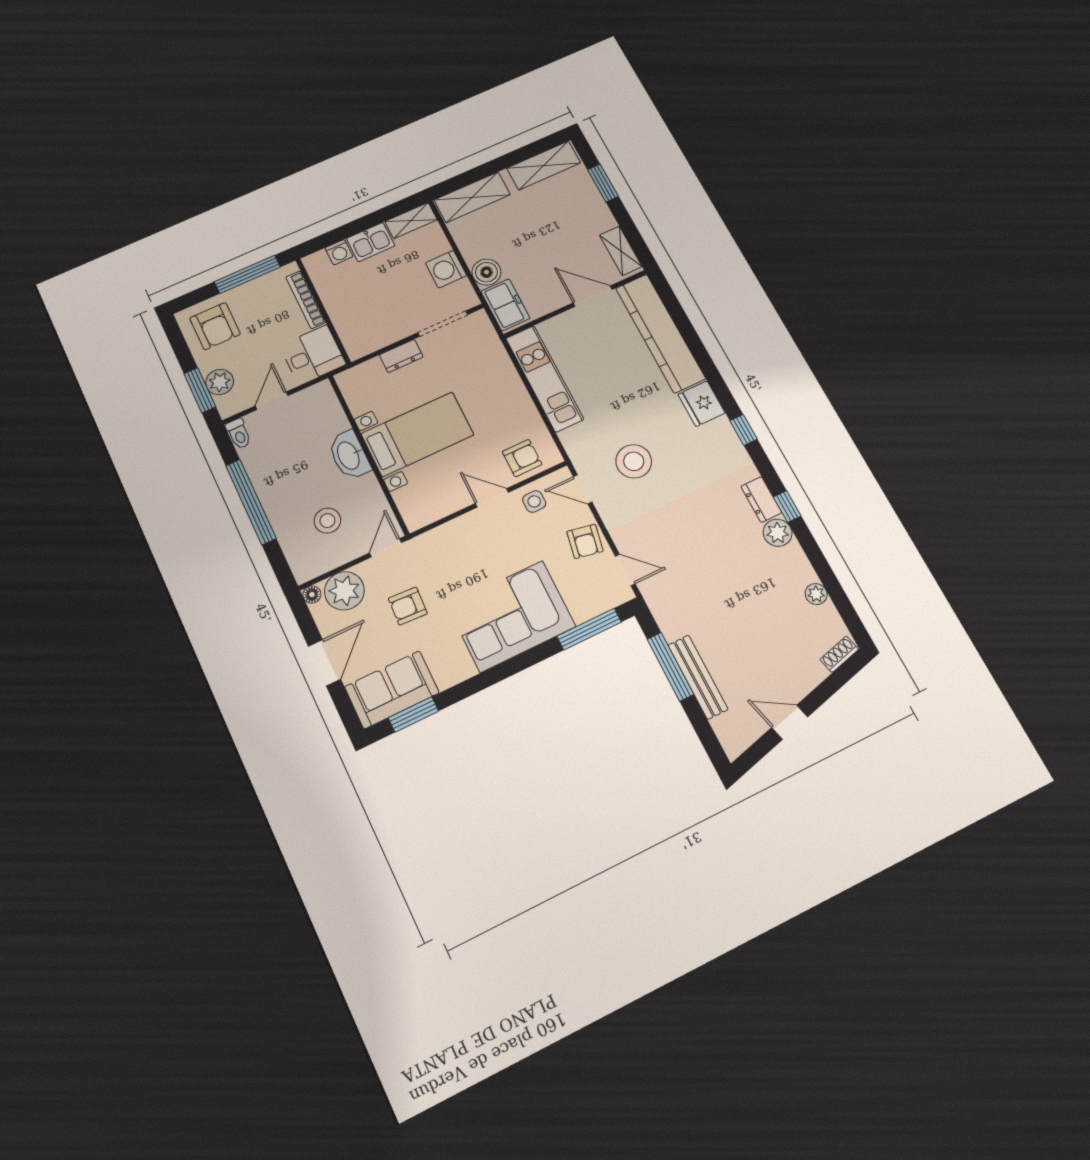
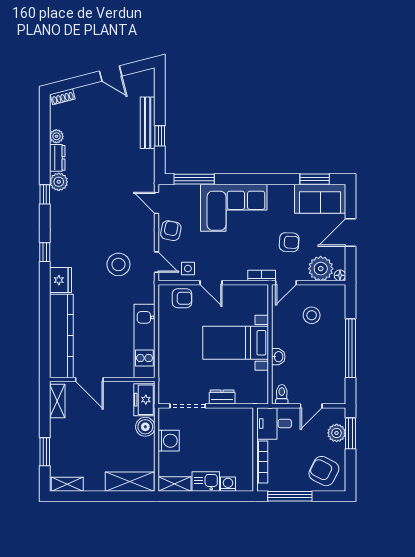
shelving: (544, 165) -> (67, 484), width x0.67, depth x0.75
armchair: (215, 326) -> (324, 471), turned -63
toilet: (239, 434) -> (282, 394), moved
washbasin: (349, 455) -> (278, 357), width x0.52, depth x0.69
armchair: (522, 458) -> (182, 298), turned 180
dresser: (761, 500) -> (57, 158), moved
bookcase: (425, 541) -> (262, 275), added
window: (670, 667) -> (160, 136), width x0.46

